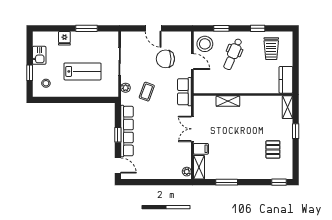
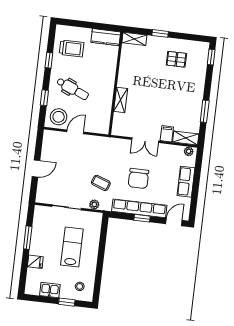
chair: (165, 59) -> (138, 178), moved
row of seats: (184, 92) -> (186, 182), moved, turned 90

